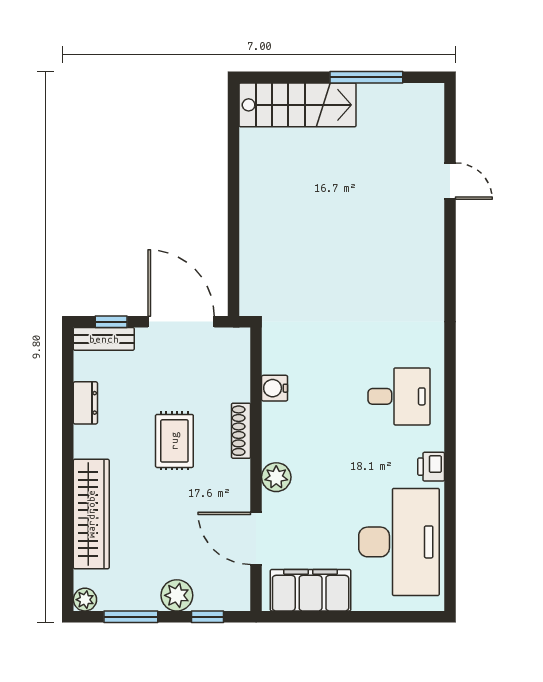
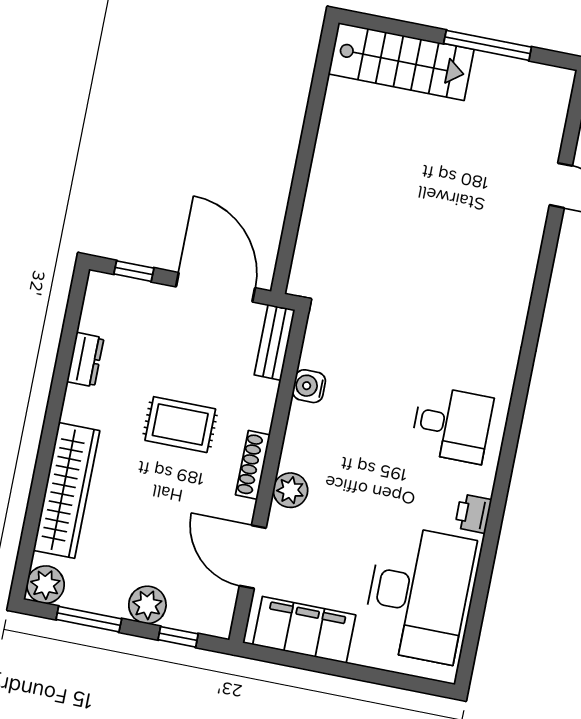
bench: (104, 339) -> (274, 342), moved, turned 90
shoe rack: (241, 431) -> (253, 465), moved
rug: (174, 441) -> (180, 425), turned 90
plant: (85, 600) -> (45, 585), width x1.38, depth x1.38

